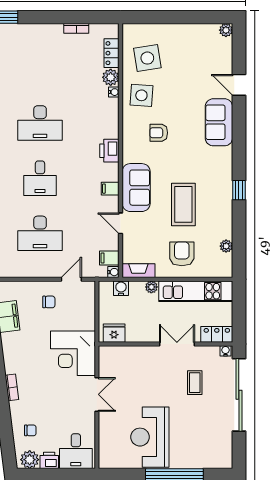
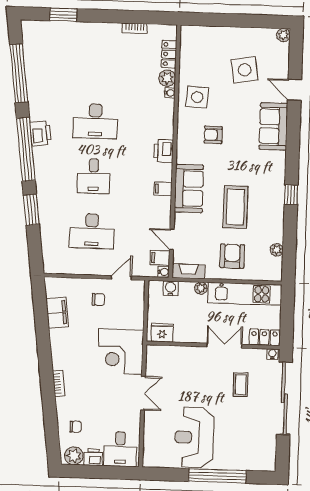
side table: (147, 58) -> (245, 70), moved
door: (121, 223) -> (172, 239), moved

